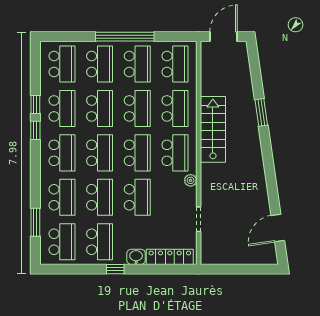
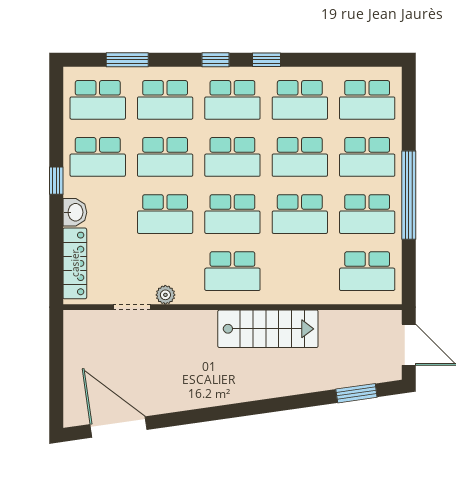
window: (35, 104) -> (216, 60), moved
school desk: (175, 108) -> (300, 271), removed
window: (261, 112) -> (356, 393), moved
plant: (191, 180) -> (165, 295), moved
door: (278, 228) -> (119, 427), width x1.36

